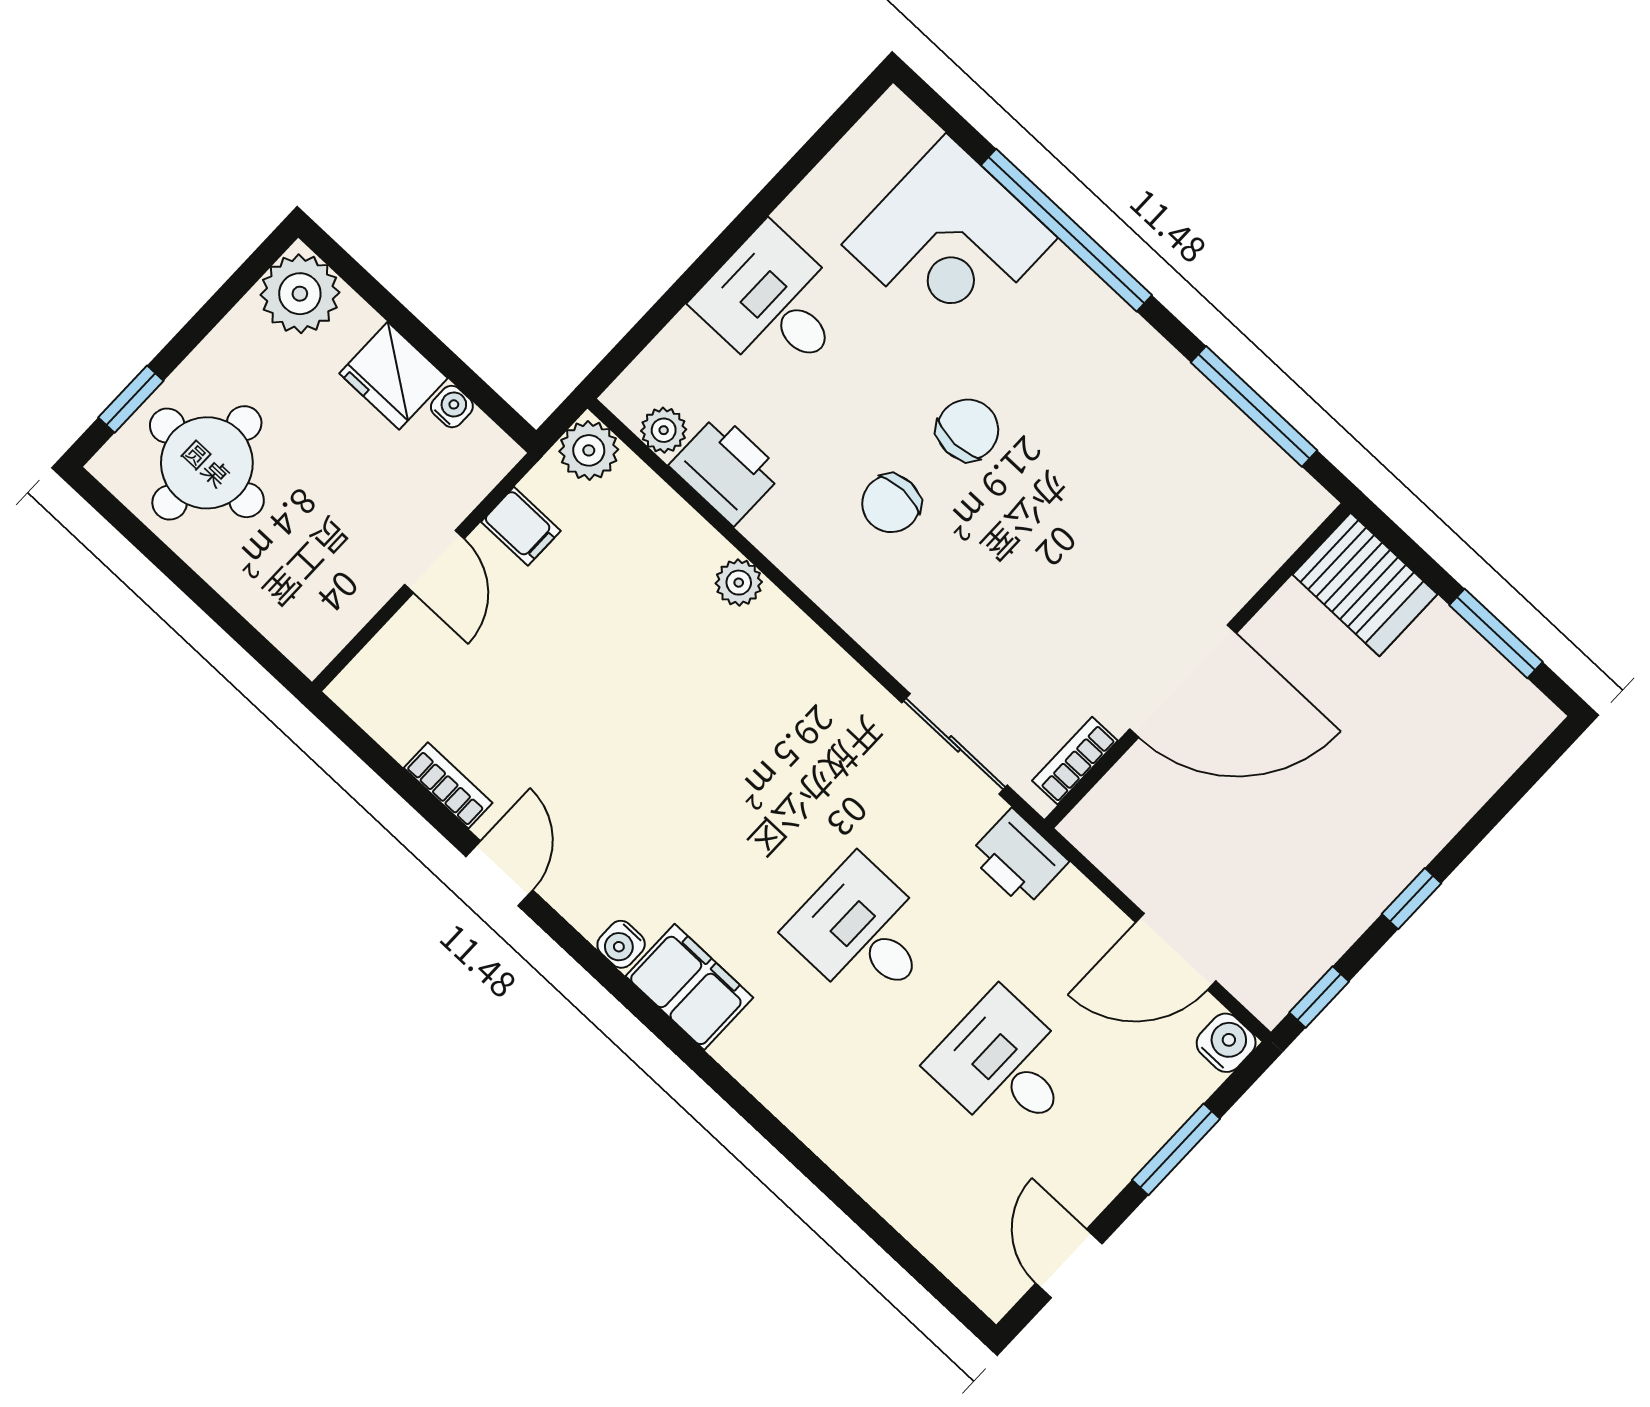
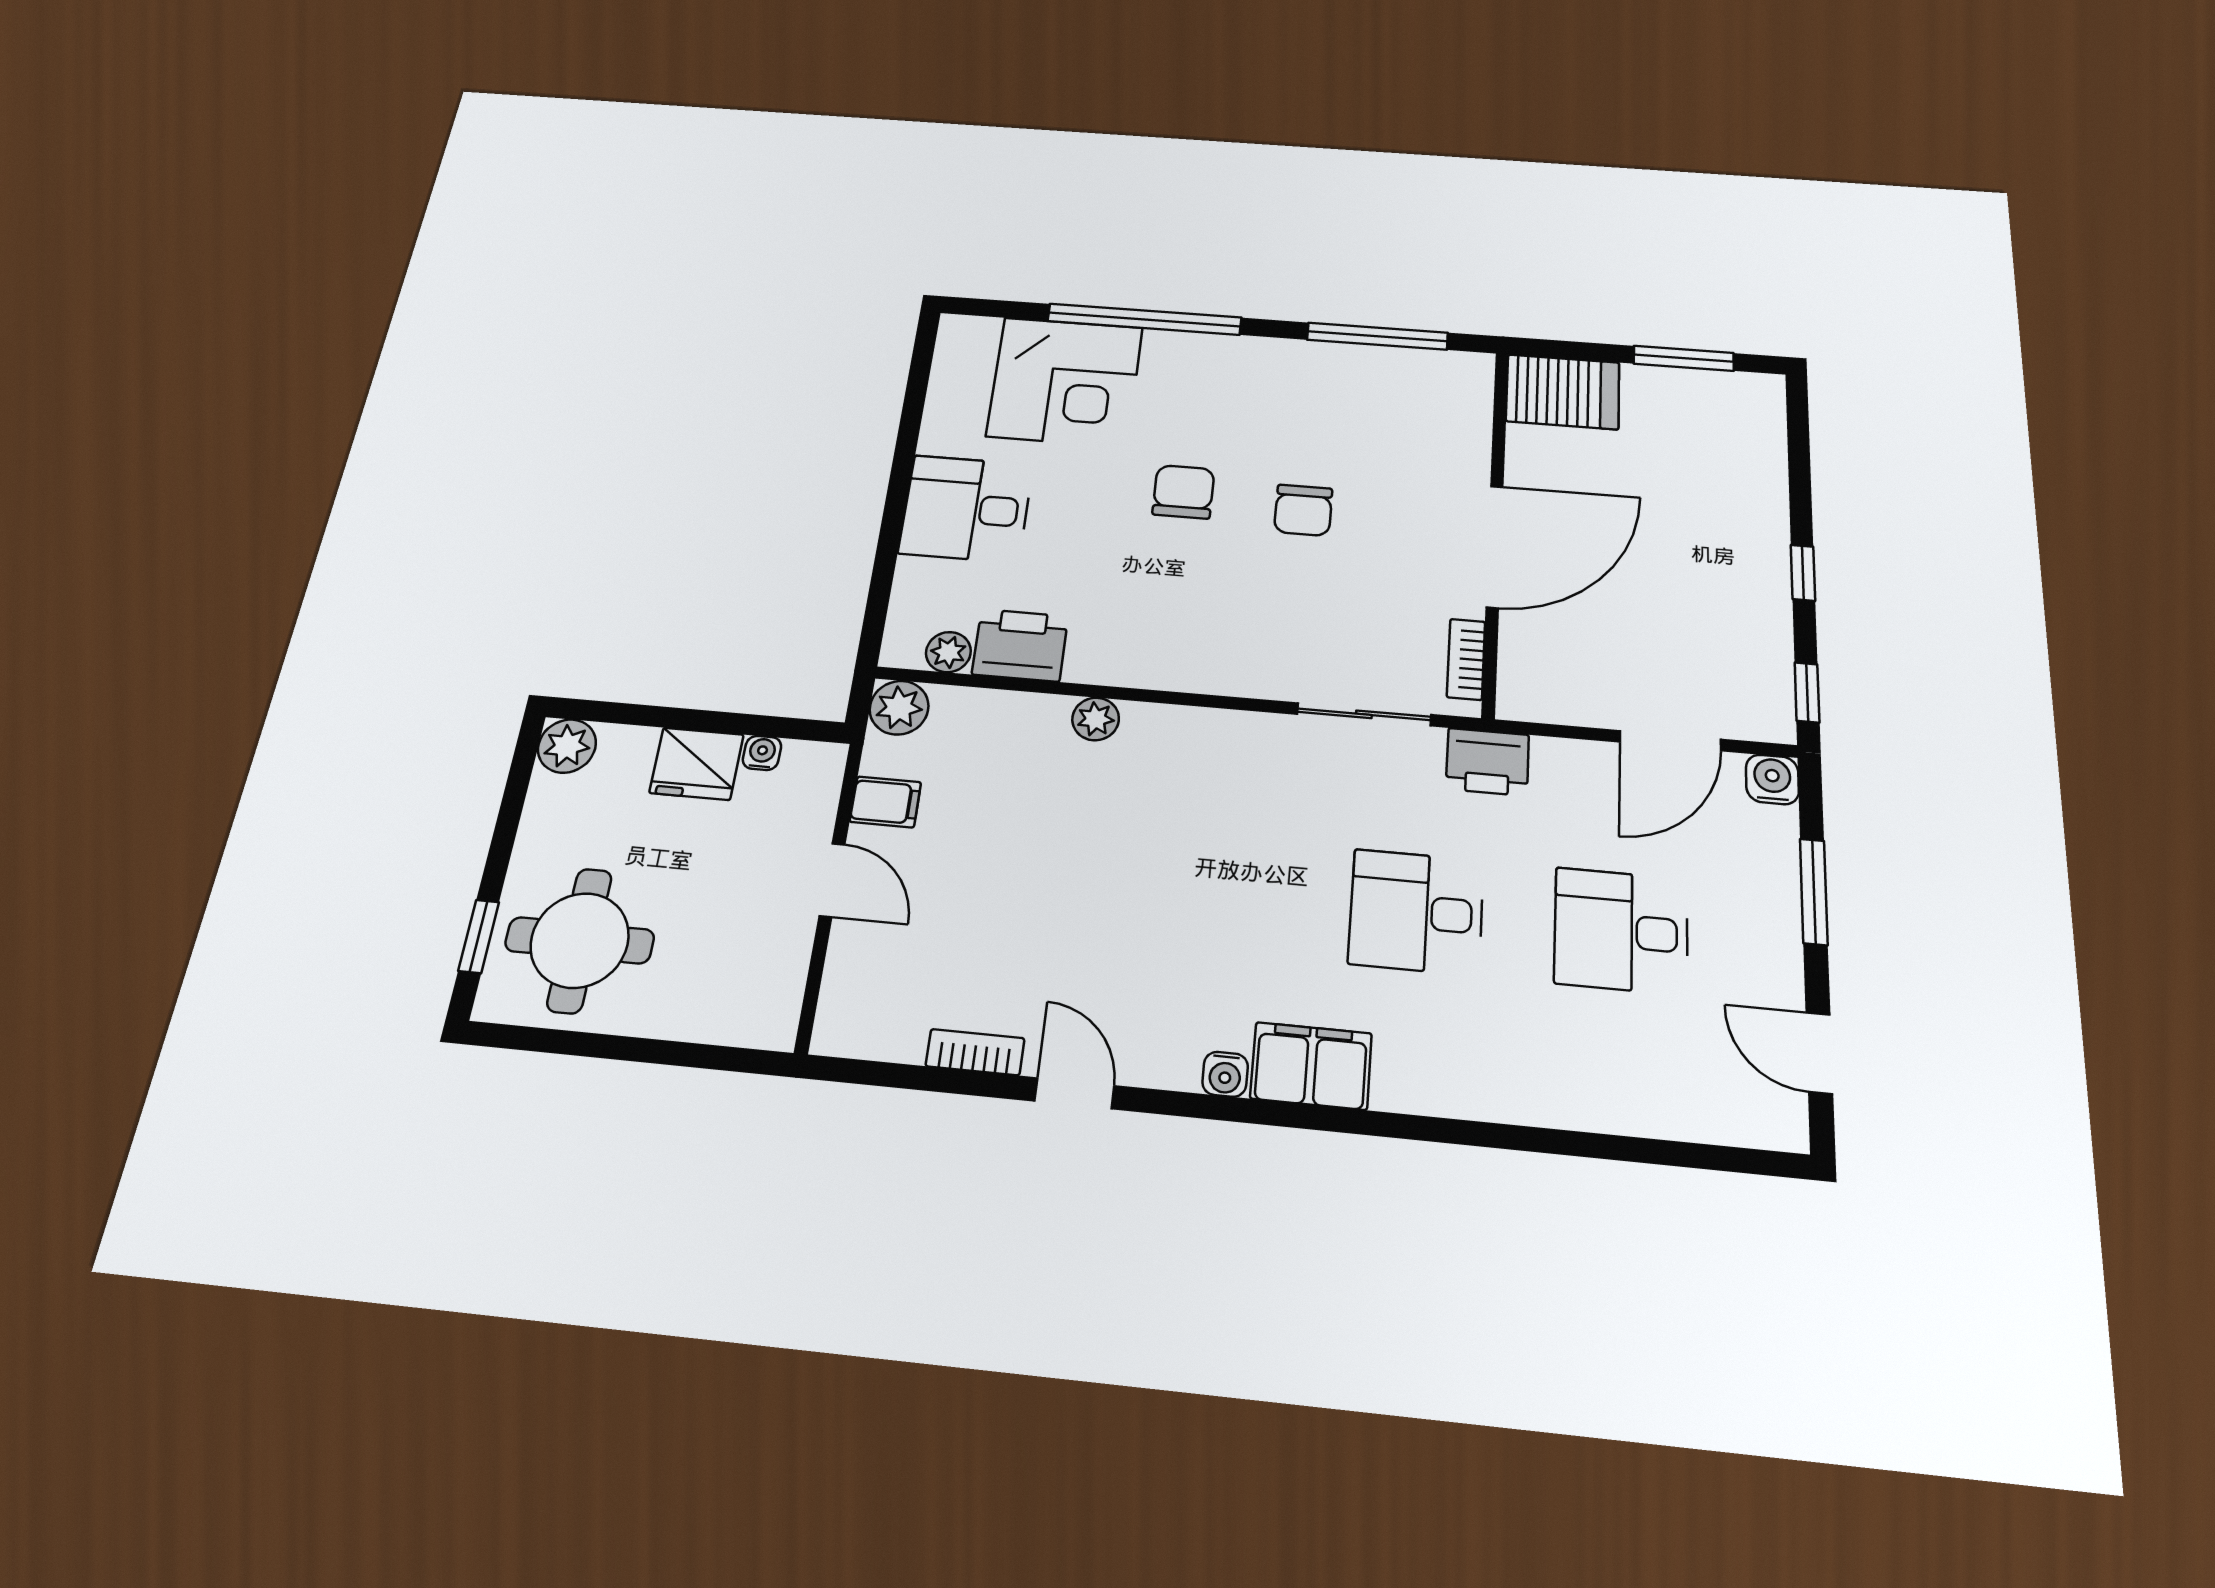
plant: (300, 294) -> (567, 746), width x0.73, depth x0.73
chair: (891, 504) -> (1303, 510), moved

